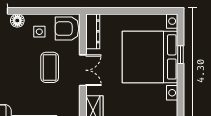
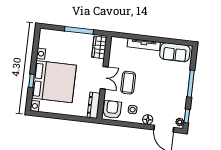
armchair: (67, 29) -> (112, 109), turned -90
double door: (83, 70) -> (104, 78), swing flipped

